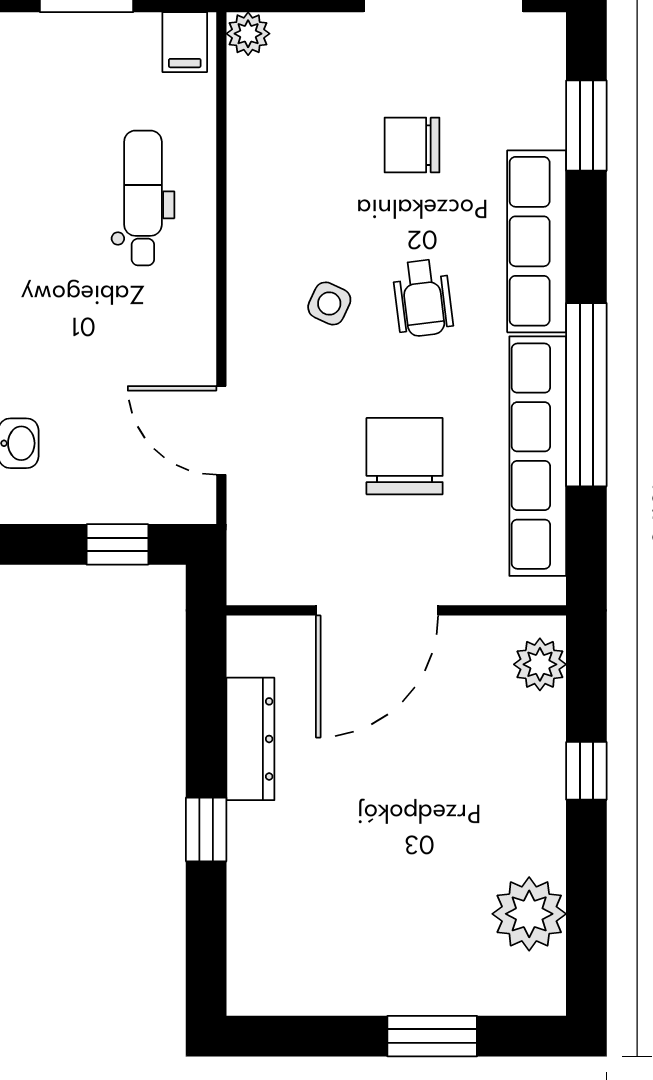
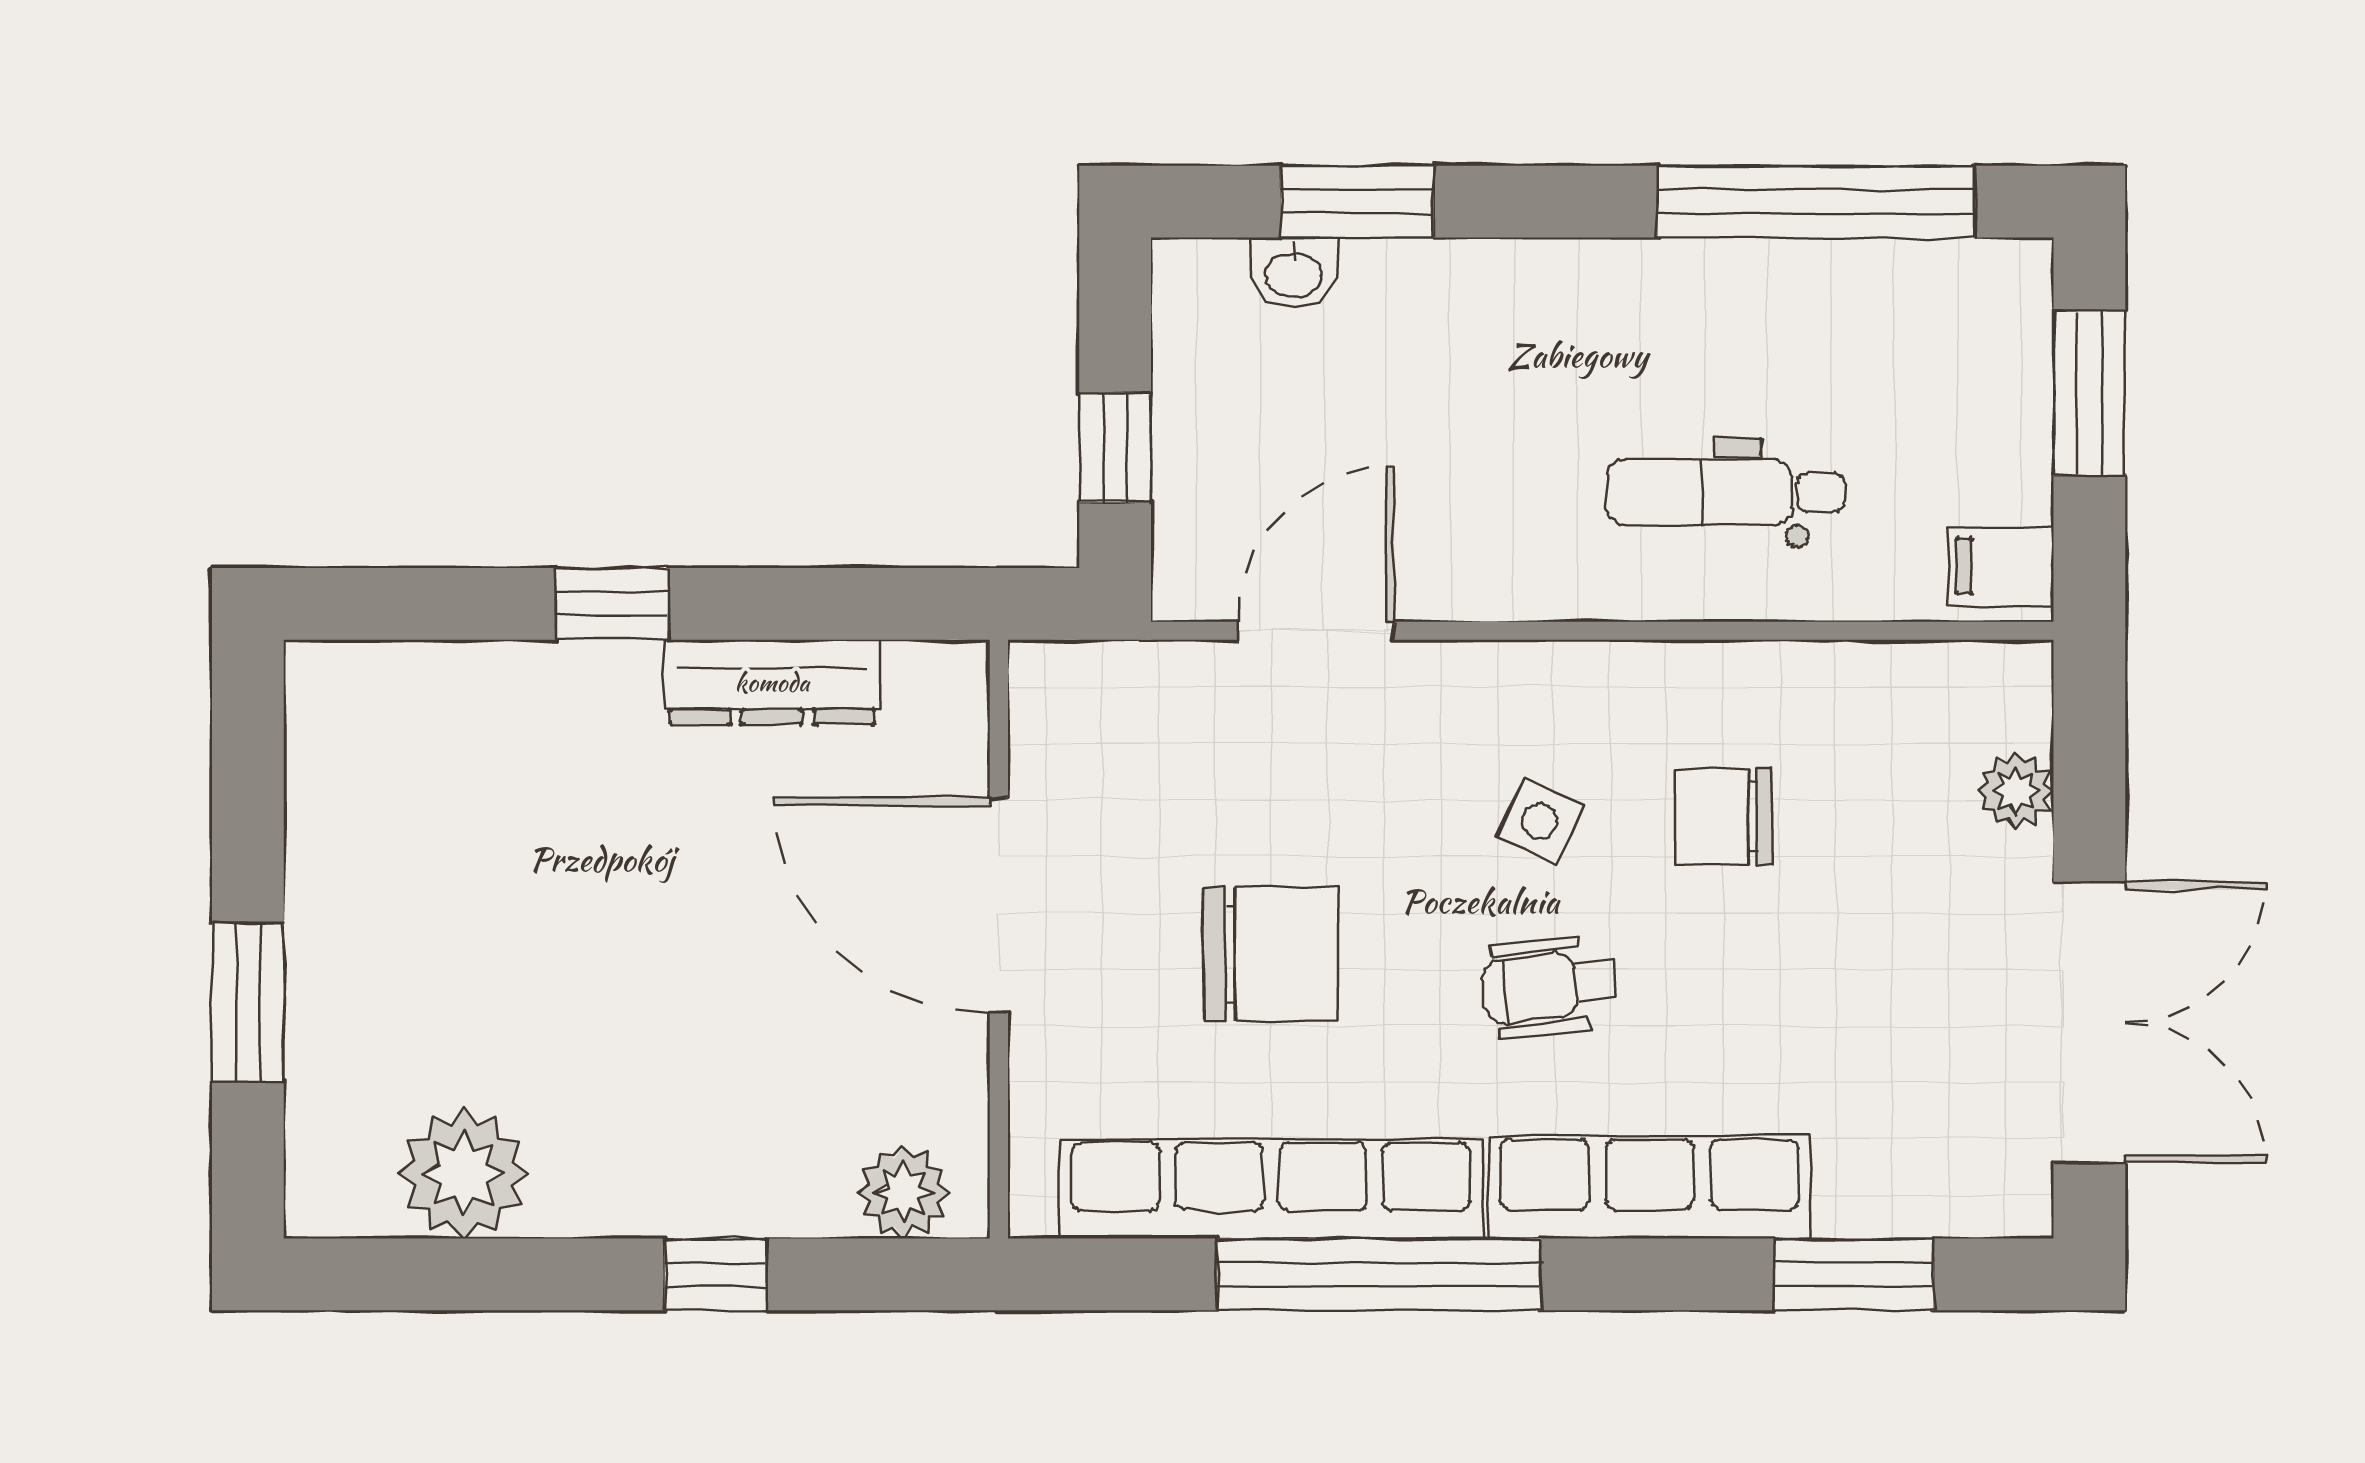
plant: (248, 34) -> (2016, 791), moved
chair: (412, 145) -> (1724, 817), moved, turned -90
dental chair: (143, 198) -> (1726, 492), turned 180

